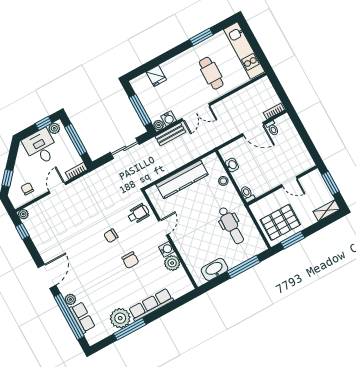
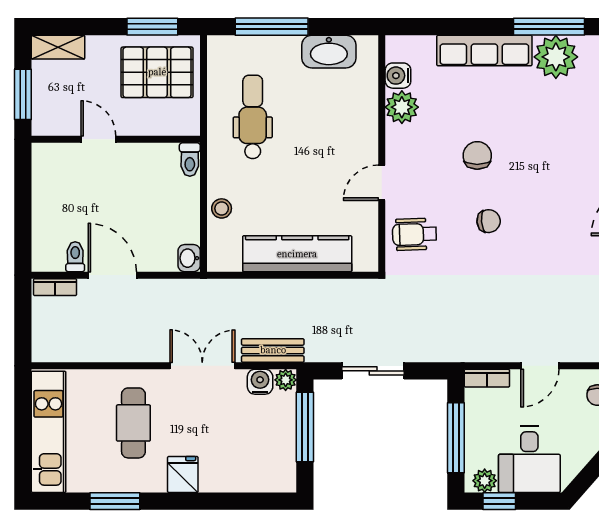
fridge: (156, 76) -> (183, 474), moved
washbasin: (232, 165) -> (189, 258), moved
water cooler: (167, 249) -> (398, 76), moved

